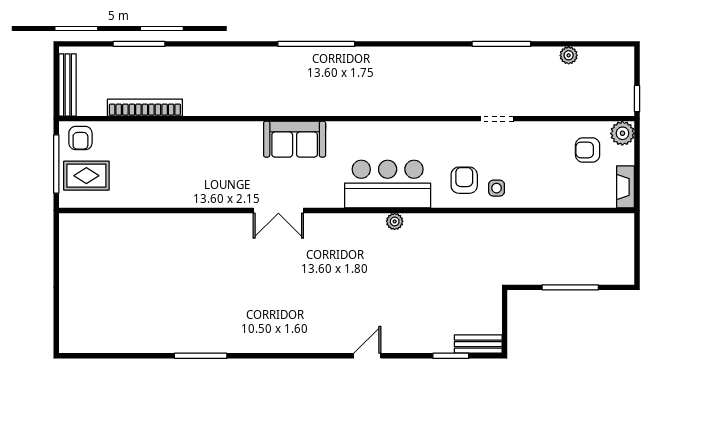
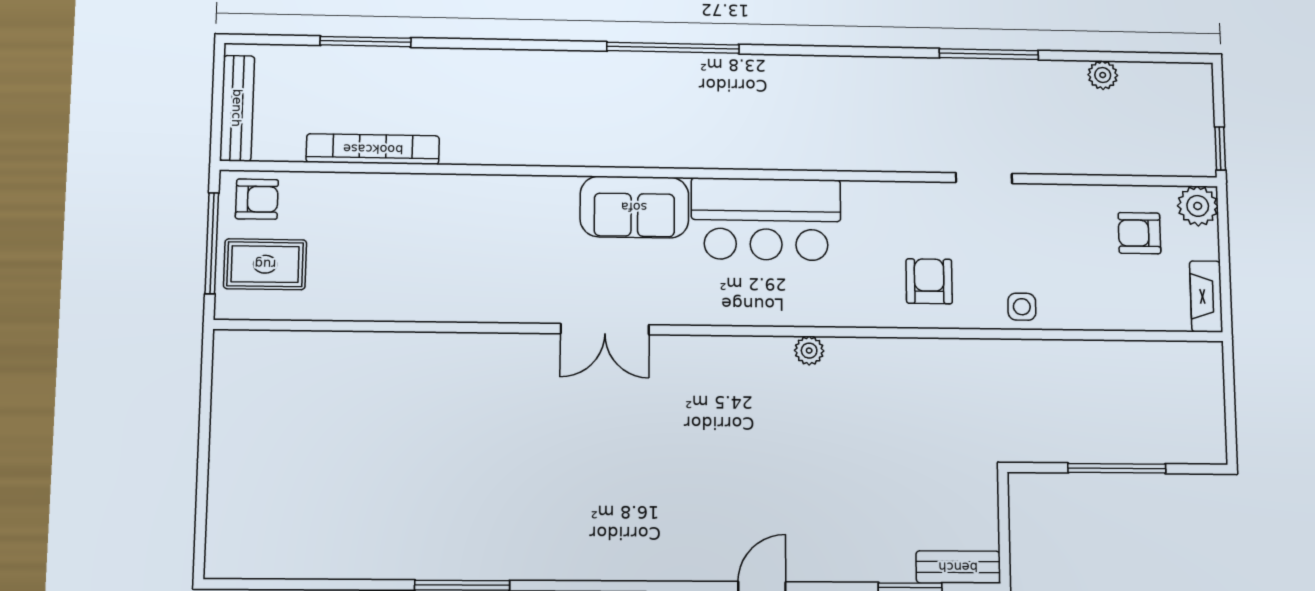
armchair: (80, 138) -> (257, 199), turned -90
bar counter: (388, 184) -> (766, 219), moved, turned 180
side table: (497, 188) -> (1022, 307), moved

